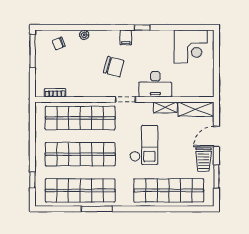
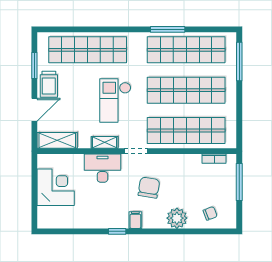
plant: (84, 35) -> (177, 218), width x1.87, depth x1.87
corner desk: (191, 46) -> (56, 187), moved, turned 90
window: (32, 51) -> (239, 182), moved
chair: (114, 67) -> (149, 188), turned 84
shelving: (165, 107) -> (105, 142), moved
trolley: (204, 160) -> (49, 84), turned 180
window: (32, 180) -> (239, 62), width x2.17

